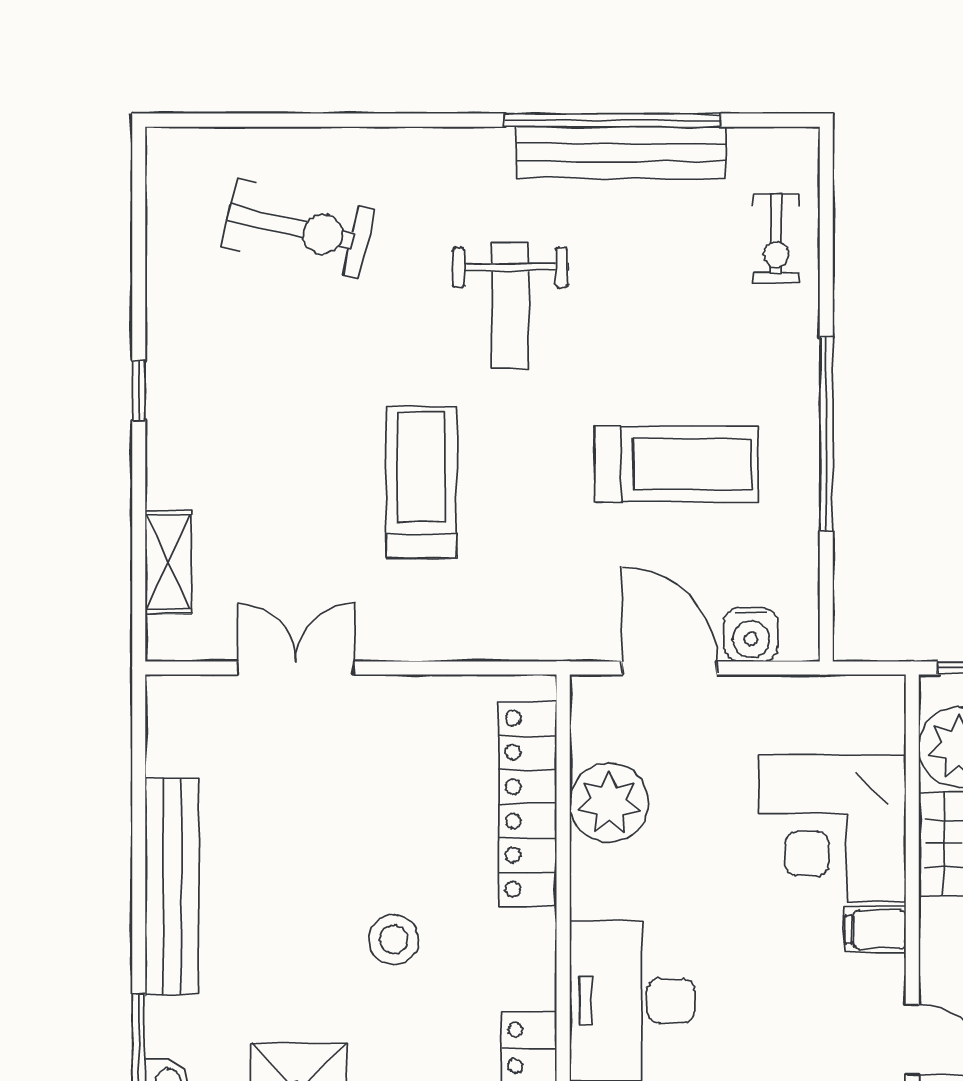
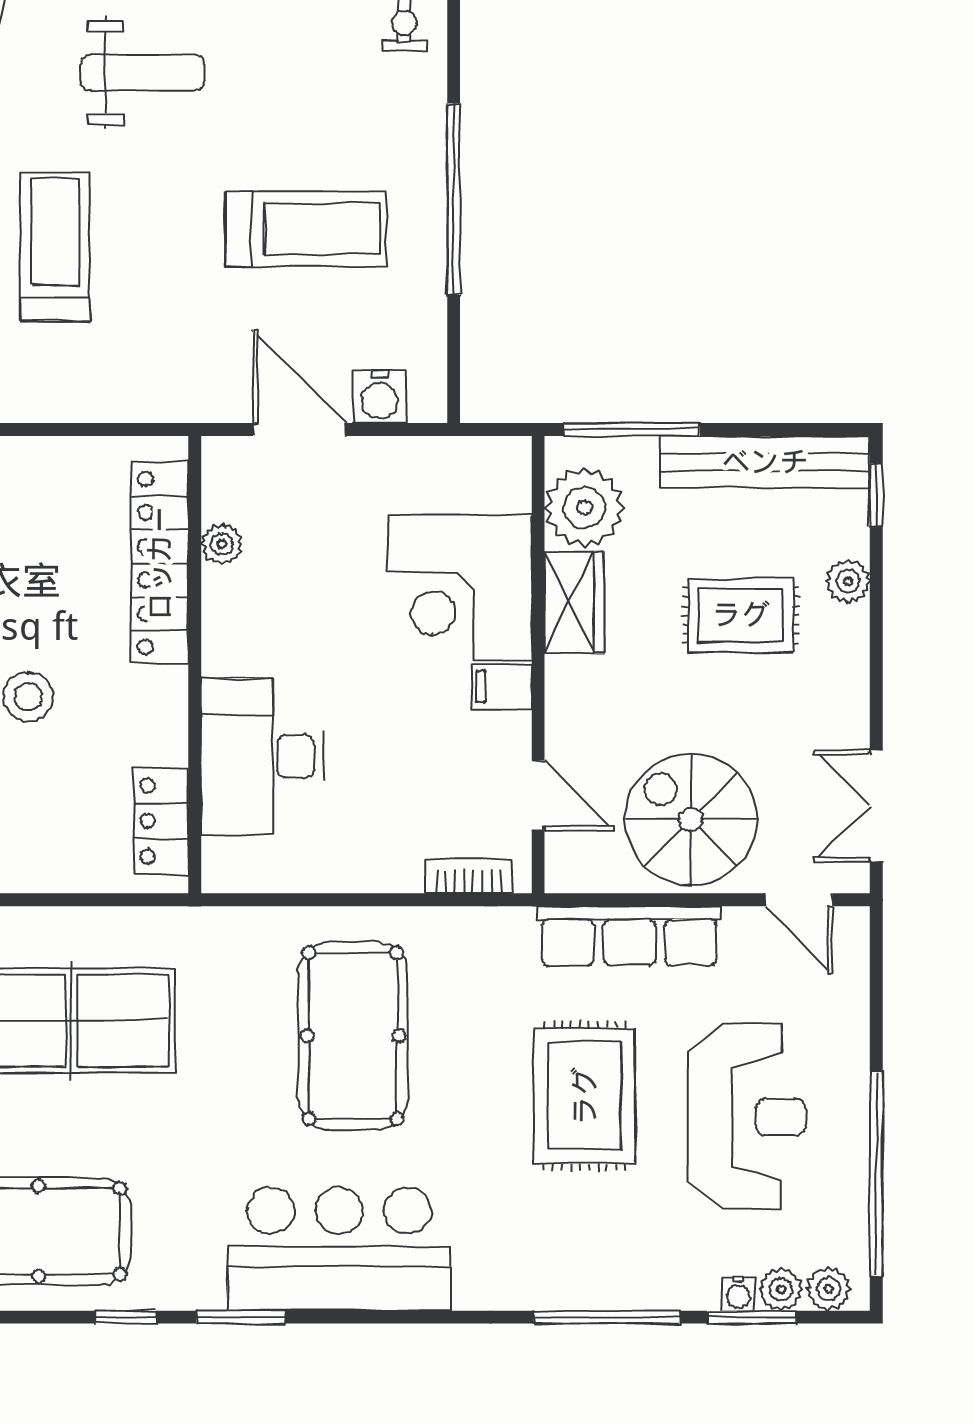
weight bench: (510, 305) -> (143, 73), turned -90
plant: (609, 803) -> (222, 544), width x0.53, depth x0.53

